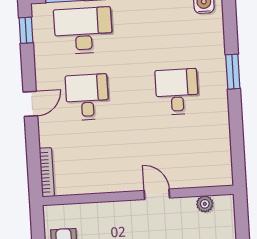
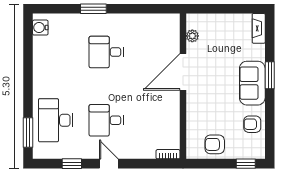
window: (26, 30) -> (72, 164), moved
bookcase: (47, 172) -> (168, 154), width x0.64
door: (157, 194) -> (183, 72), width x1.88

